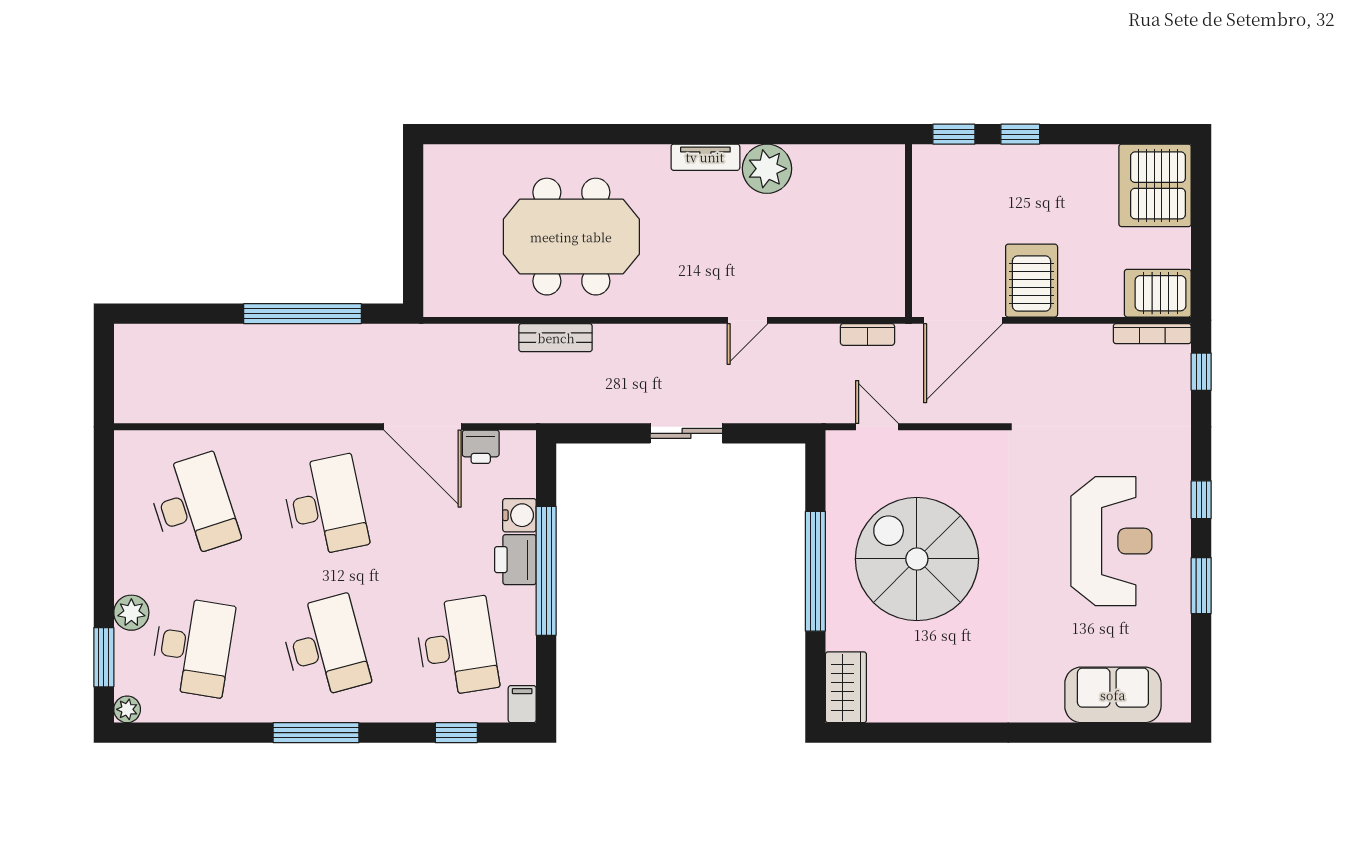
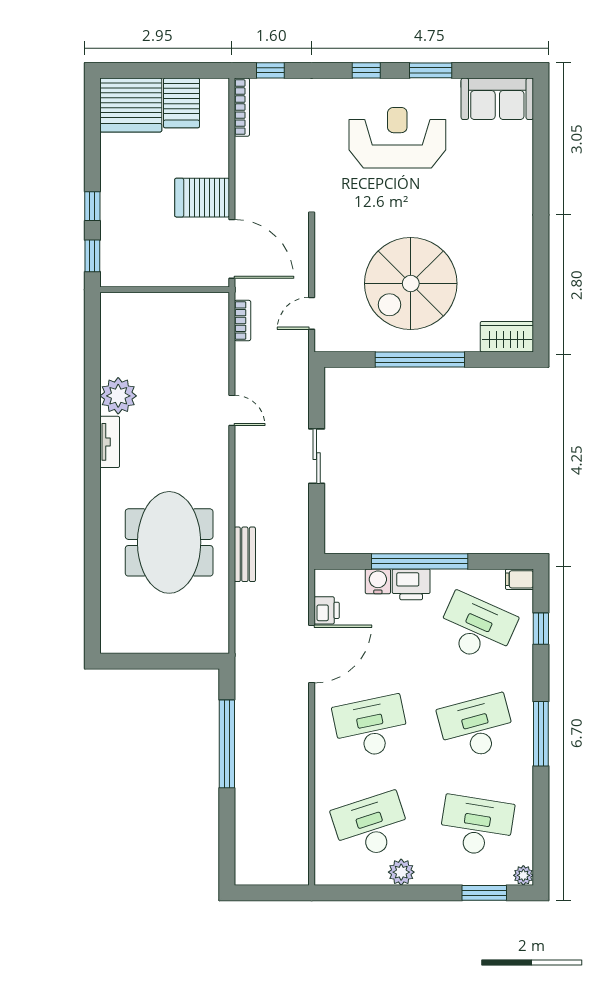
server rack: (1158, 293) -> (181, 103), moved
plant: (131, 613) -> (401, 872), moved
desk: (457, 647) -> (476, 628), turned 33
sofa: (1113, 695) -> (497, 99), moved, turned -90

